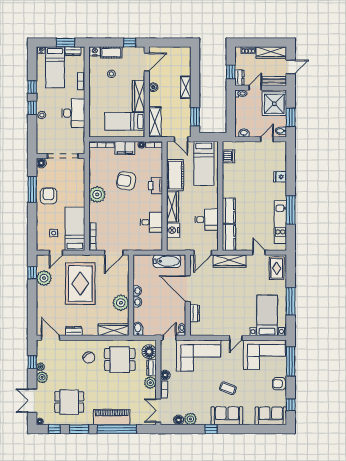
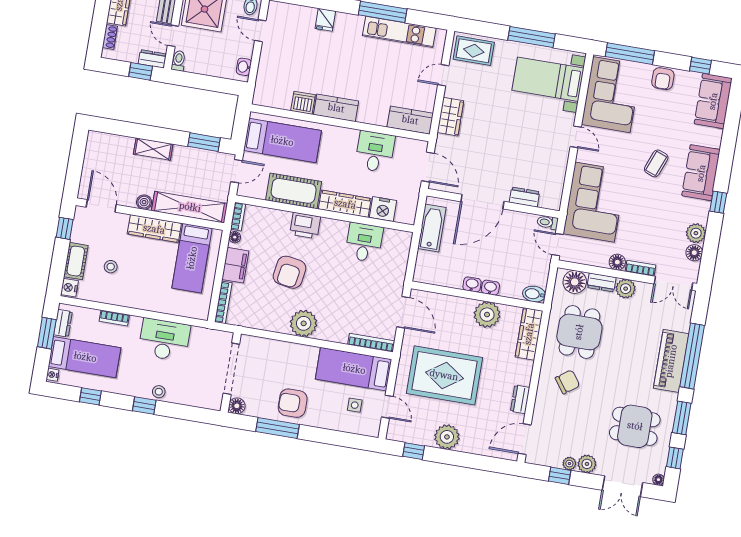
window: (32, 87) -> (90, 396), moved
shelving: (155, 122) -> (190, 207), width x1.47
dishwasher: (228, 156) -> (303, 103), moved
kitchen counter: (229, 211) -> (336, 108), moved
wardrobe: (230, 261) -> (450, 117), width x0.67
plant: (44, 278) -> (447, 437), moved
dining table: (69, 402) -> (635, 426), turned 90

